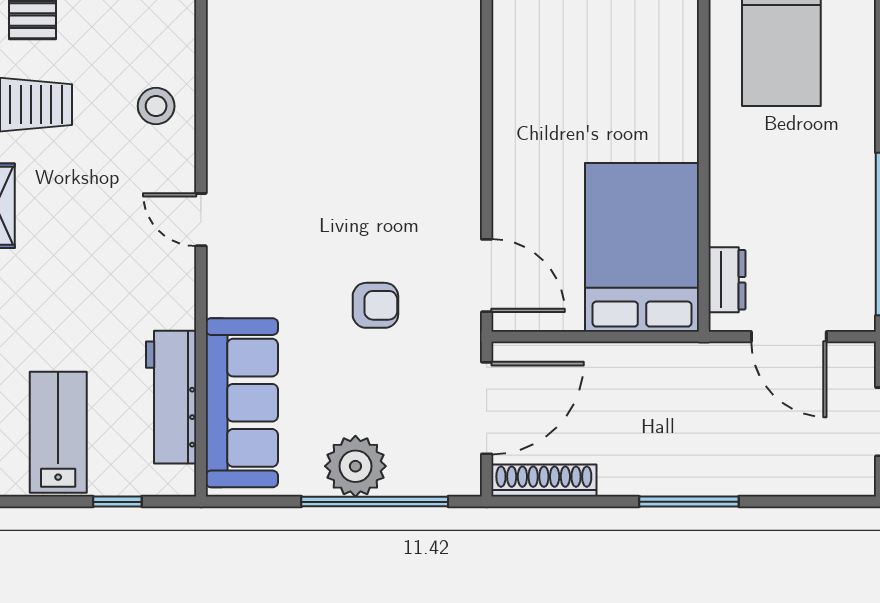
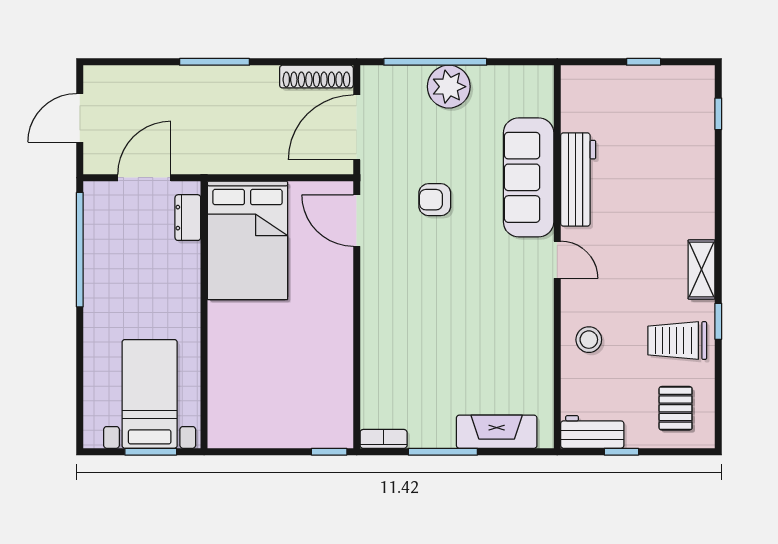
door: (789, 337) -> (144, 178), hinge flipped
workbench: (171, 397) -> (578, 180), moved
sofa: (242, 403) -> (529, 177), moved
lab bench: (58, 432) -> (658, 110), removed
window: (117, 502) -> (644, 62), moved

